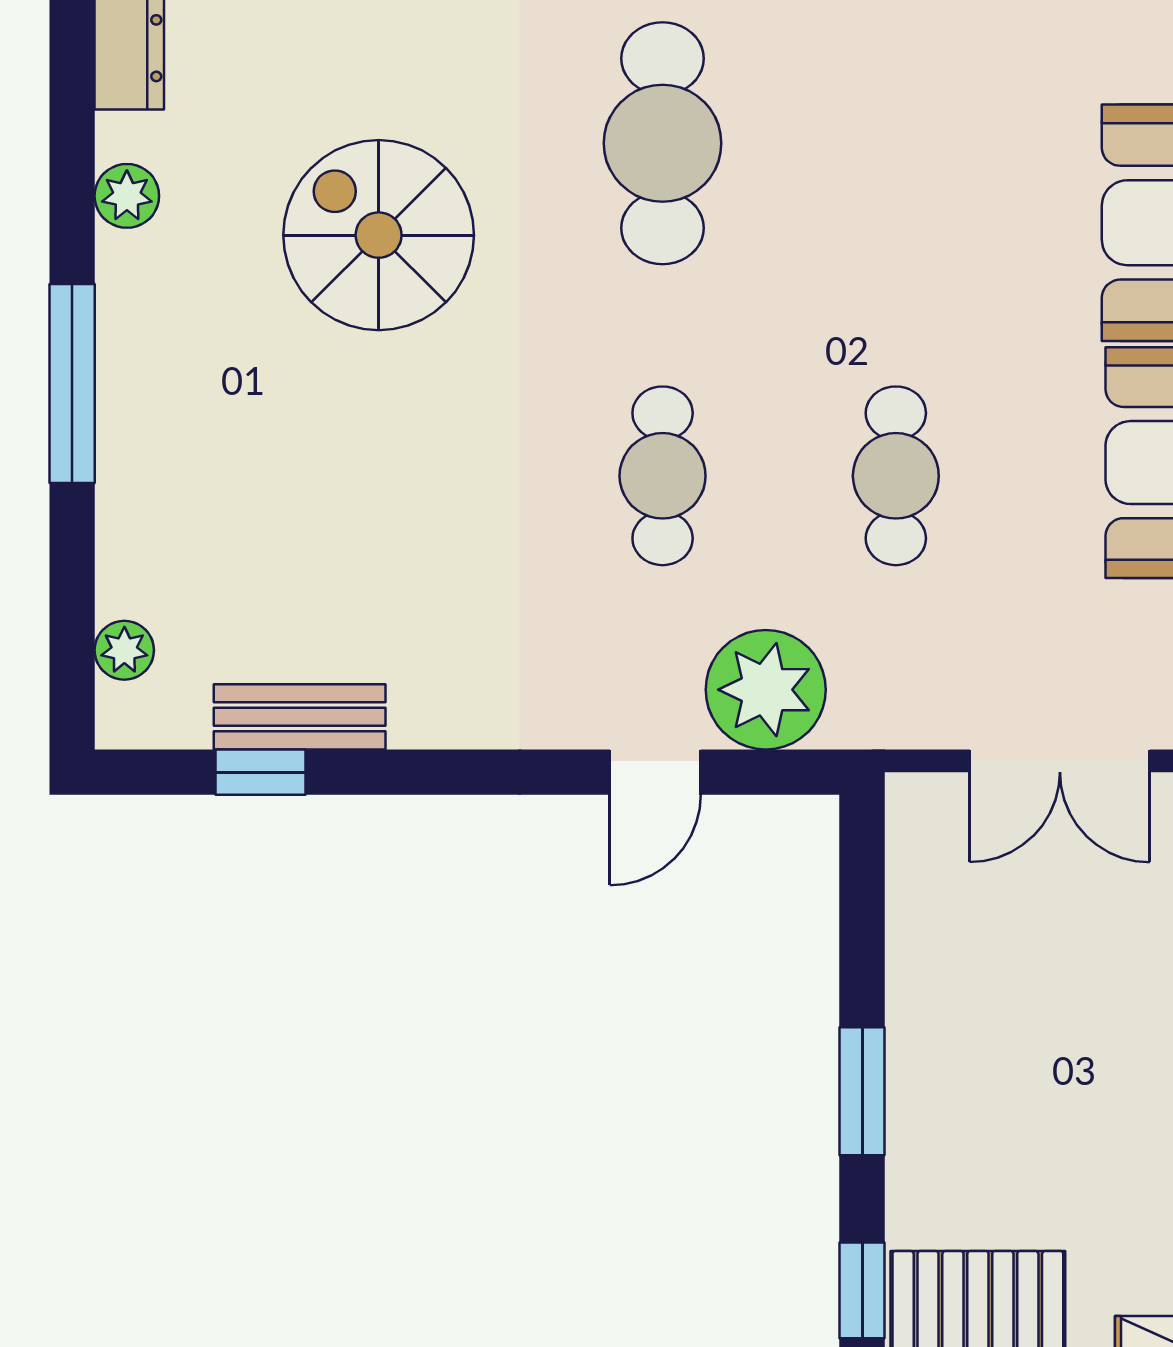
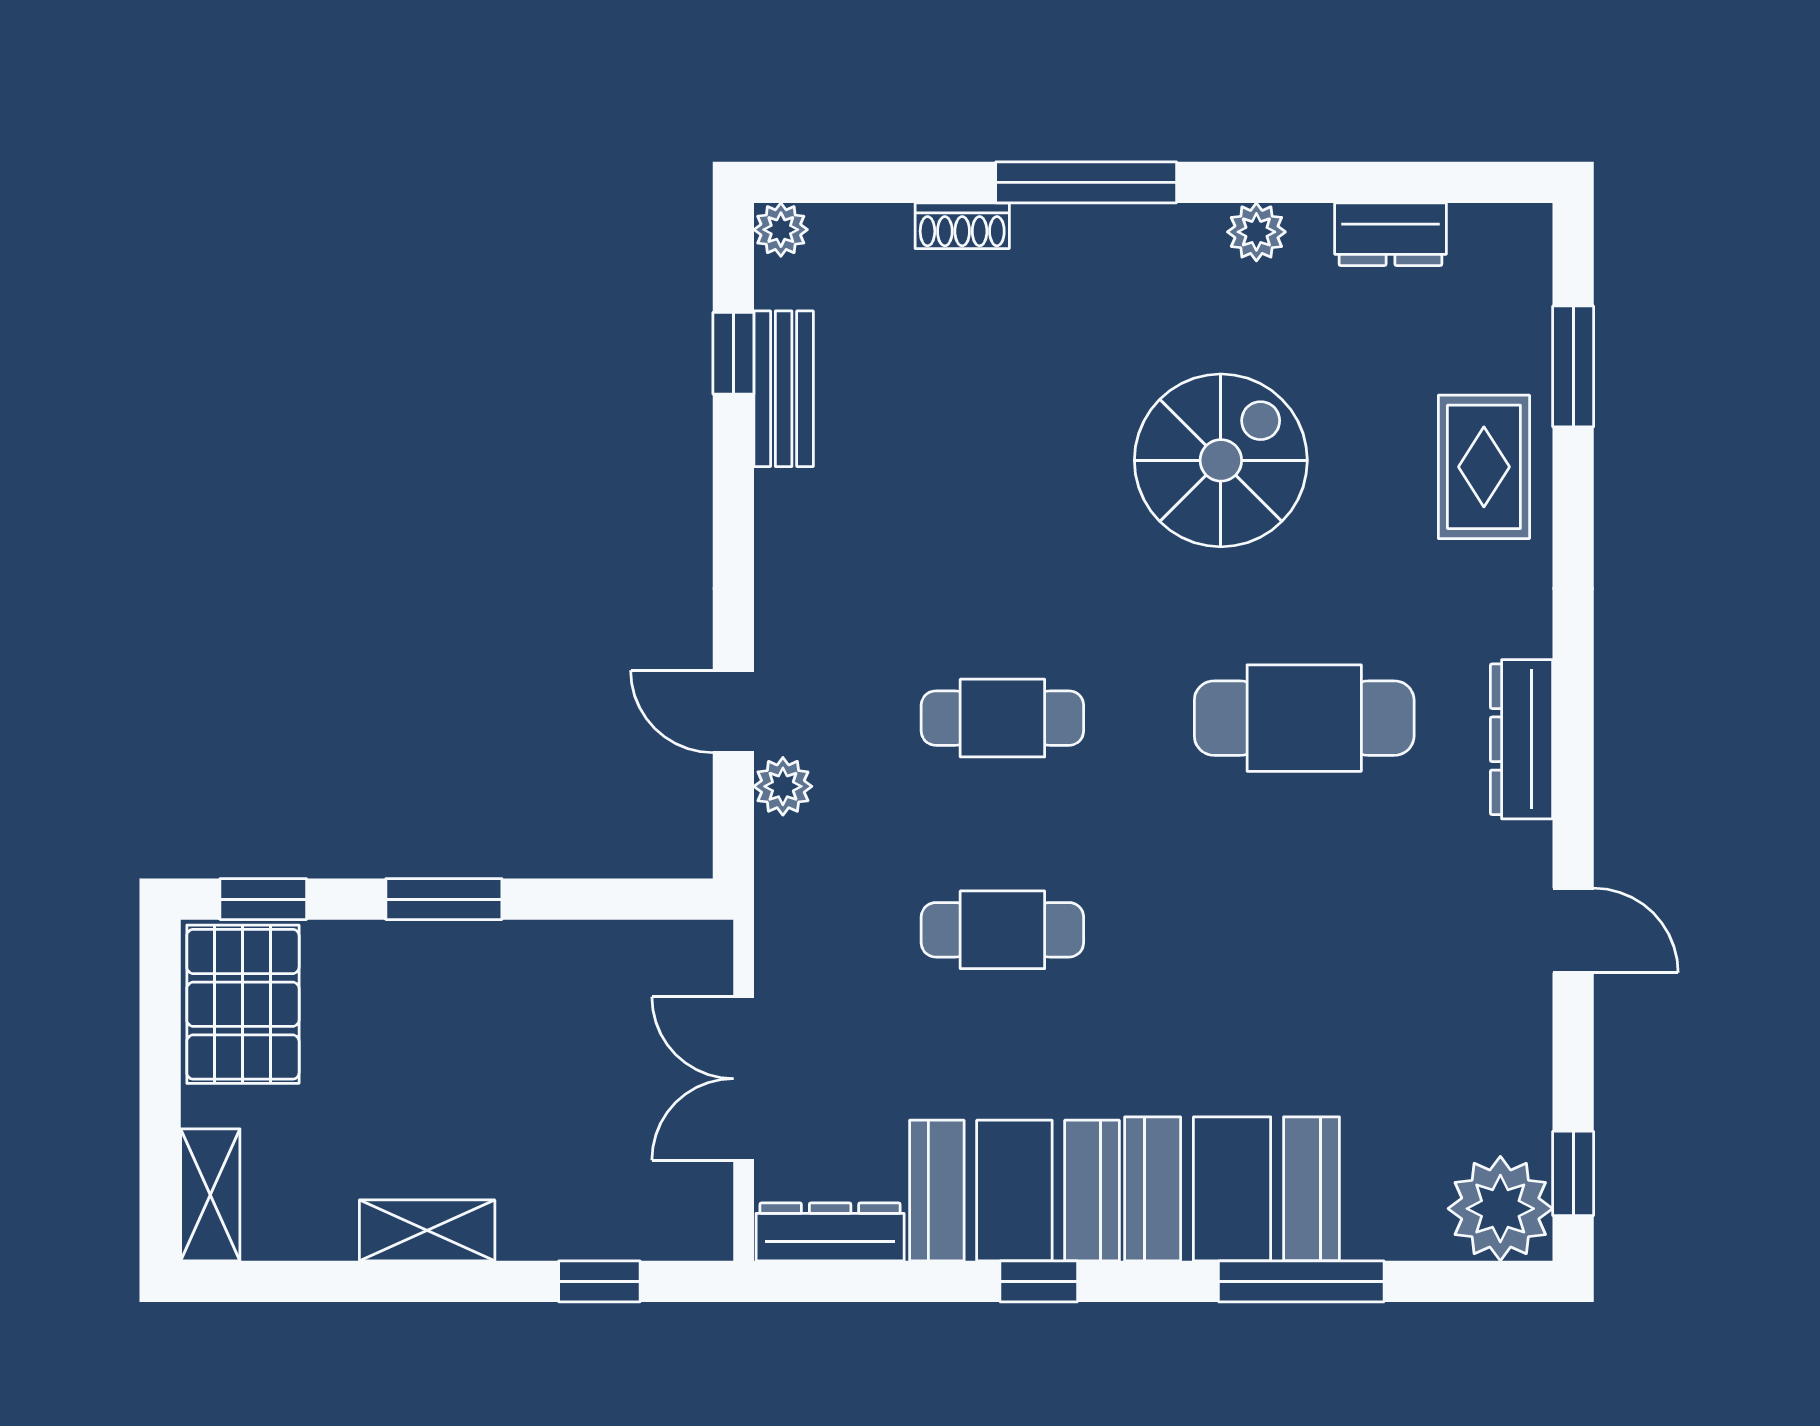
shoe rack: (120, 520) -> (962, 226), added
plant: (124, 650) -> (781, 230), moved
plant: (766, 690) -> (783, 786), width x0.53, depth x0.53

